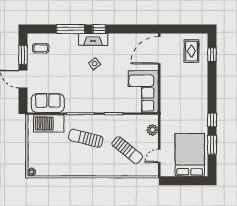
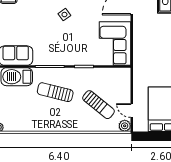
plant: (153, 130) -> (125, 126), moved
door: (159, 156) -> (132, 110), hinge flipped

